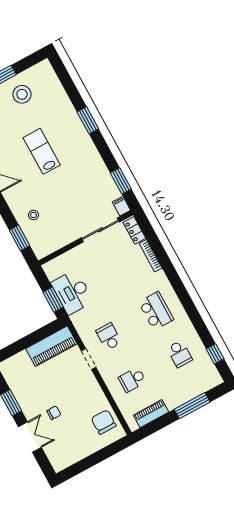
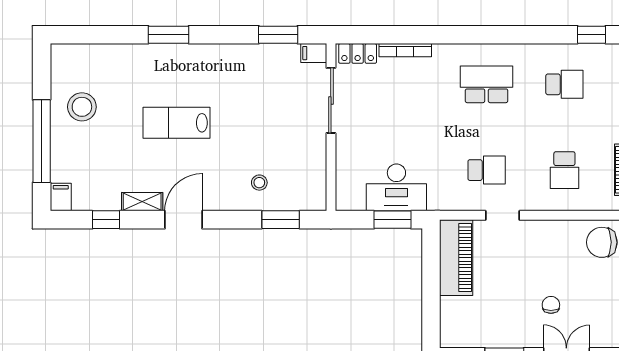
school desk: (109, 337) -> (487, 170), turned 180

